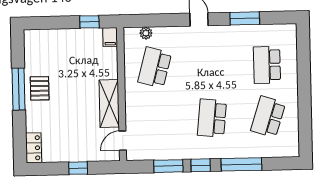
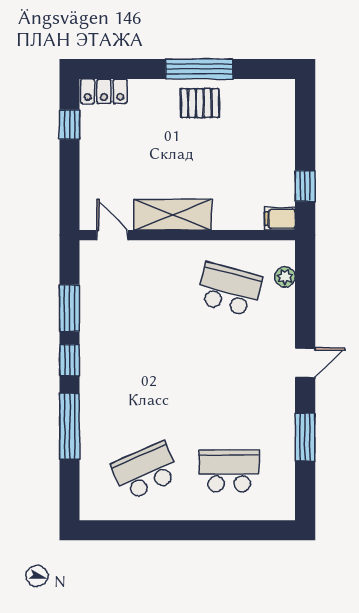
school desk: (268, 117) -> (145, 471), turned -42
school desk: (212, 118) -> (145, 380), removed
window: (78, 168) -> (70, 125), moved

